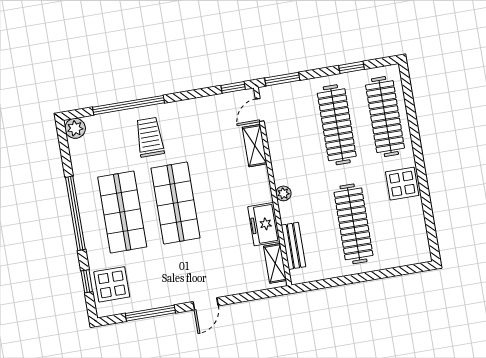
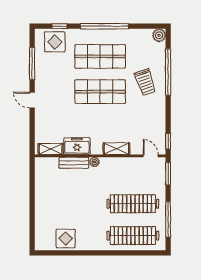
window: (352, 67) -> (168, 219), width x2.17
trolley: (150, 137) -> (145, 82), turned 71
shelving: (255, 146) -> (116, 149), moved
display table: (402, 184) -> (66, 238), moved
clothes rail: (353, 224) -> (67, 204), removed
bench: (293, 246) -> (74, 163), moved

